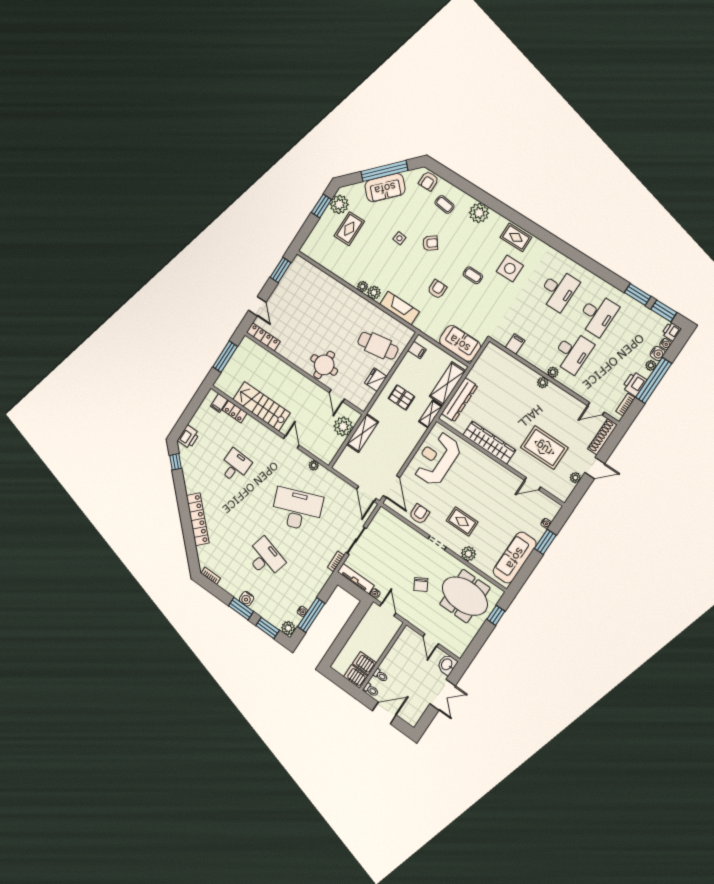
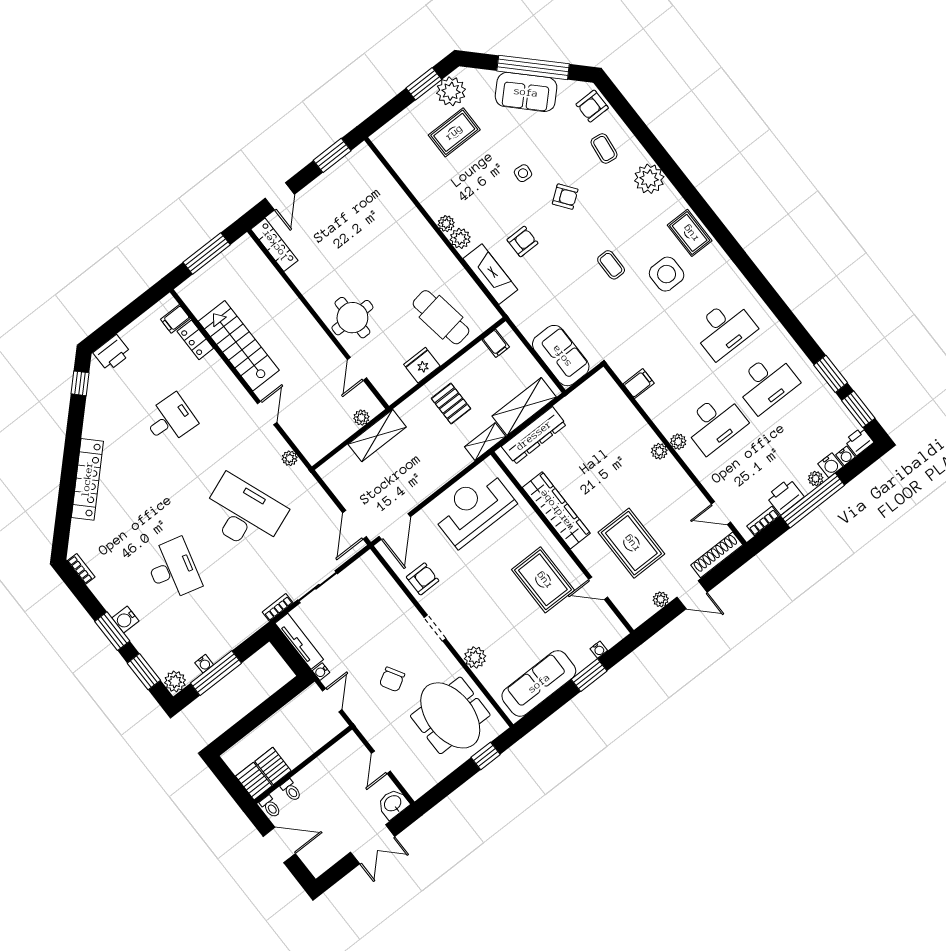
armchair: (437, 289) -> (522, 242), moved
plant: (343, 426) -> (361, 418), width x0.53, depth x0.53
rug: (462, 521) -> (543, 580), moved, width x1.36, depth x1.43

